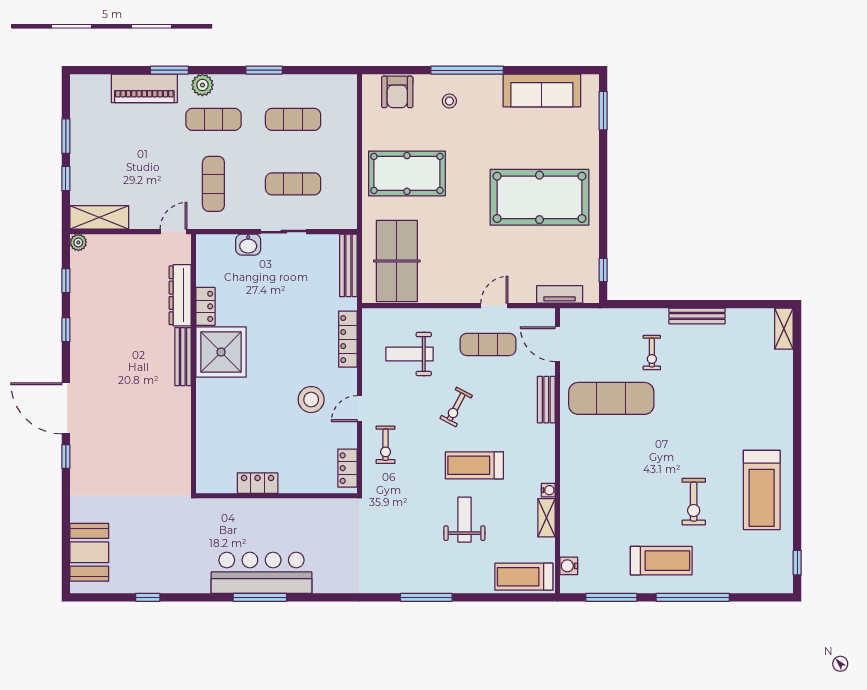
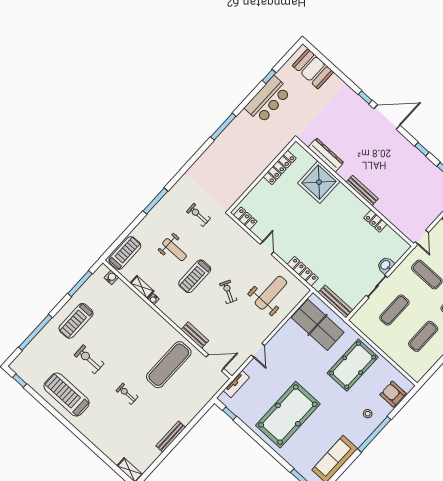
dresser: (180, 295) -> (326, 155), moved
exercise mat: (488, 344) -> (243, 332), removed
shower: (221, 352) -> (319, 182), moved
exercise bike: (652, 353) -> (127, 394), moved
weight bench: (410, 354) -> (271, 293), width x1.36, depth x1.33
stool: (311, 400) -> (291, 230), removed
exercise bike: (386, 445) -> (198, 215), moved
treadmill: (474, 465) -> (195, 276), turned 180
locker: (258, 483) -> (280, 167), width x1.53
bar counter: (261, 573) -> (268, 100), moved, width x0.73
window: (693, 597) -> (35, 332), moved

